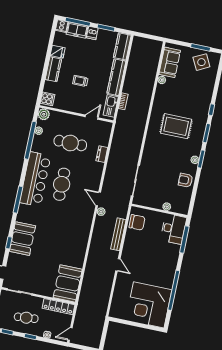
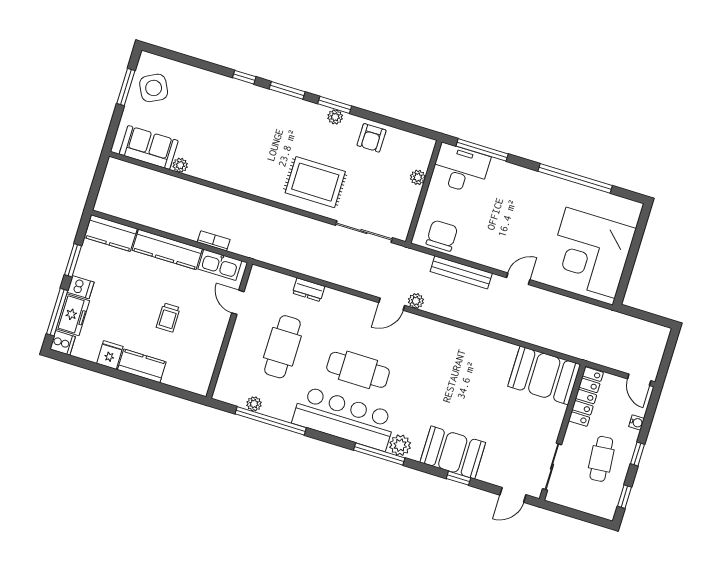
cooker: (47, 99) -> (196, 382), removed
plant: (44, 114) -> (400, 445), moved
rug: (176, 126) -> (315, 182), moved, turned 90
corner desk: (149, 305) -> (591, 253), moved, turned 90

